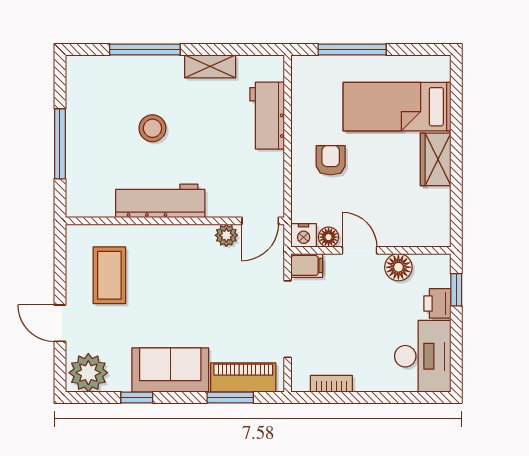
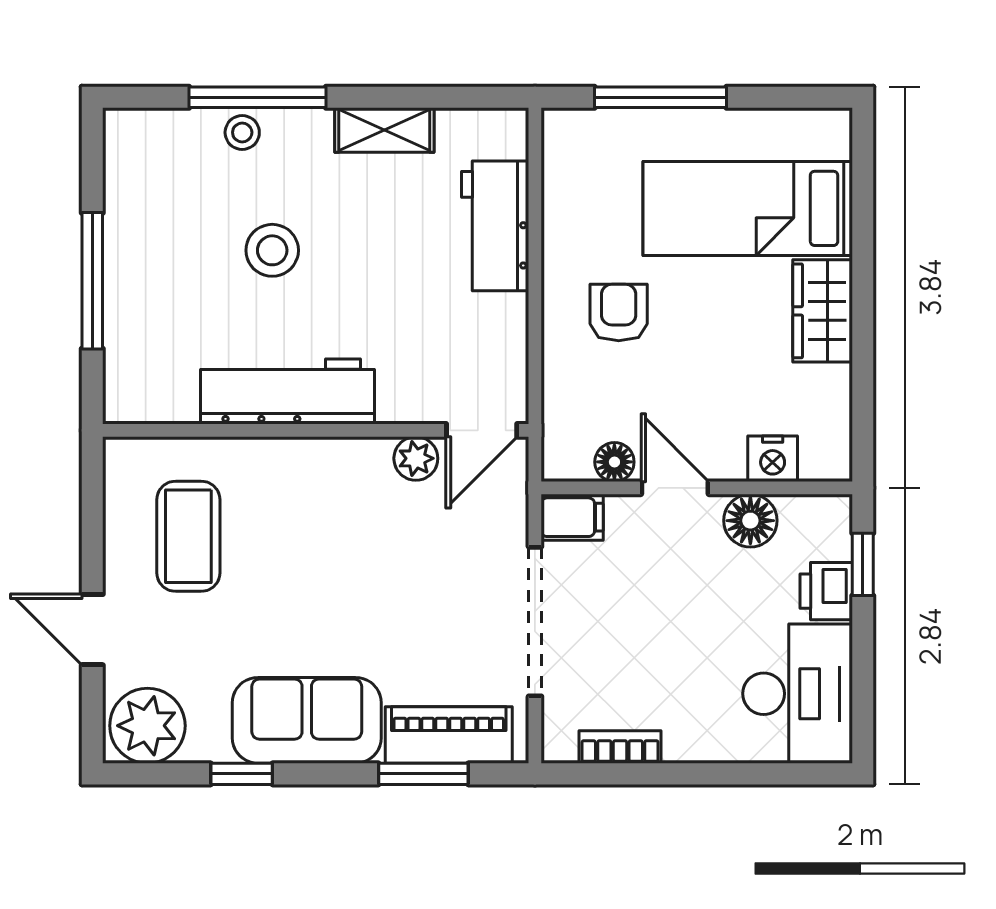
stool: (137, 68) -> (242, 132), added
nightstand: (304, 235) -> (773, 459), moved

